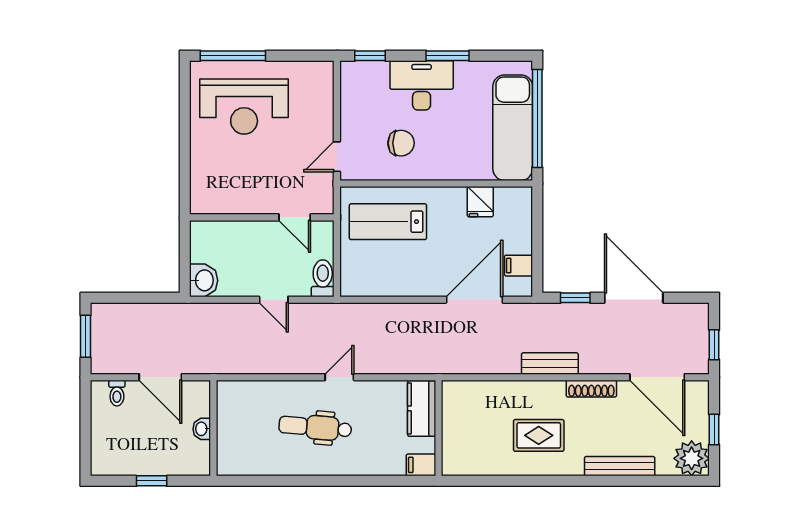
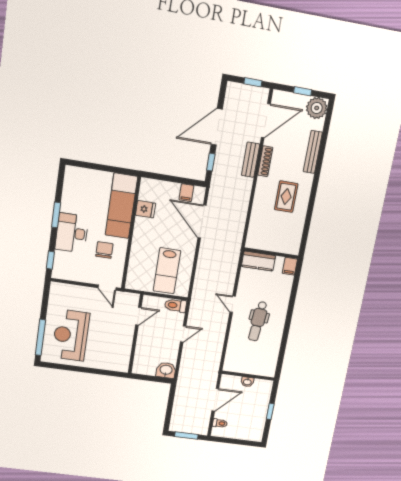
reception desk: (244, 106) -> (71, 335), turned 180
window: (537, 118) -> (101, 167), removed
exam couch: (513, 128) -> (121, 206), moved, turned 90
lab bench: (388, 222) -> (167, 271), moved
bench: (550, 363) -> (251, 160), moved

